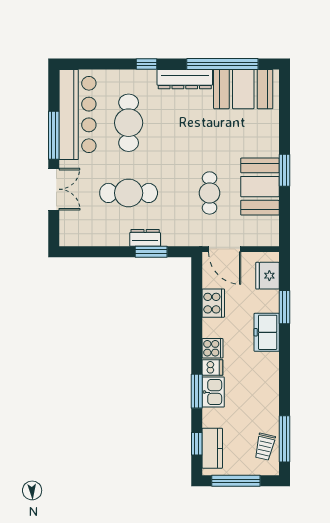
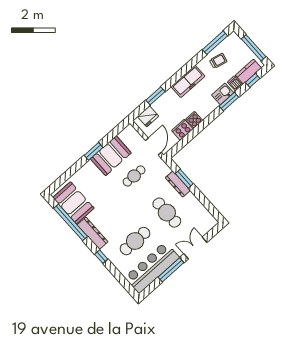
dresser: (145, 238) -> (178, 184), width x1.44
freezer: (267, 332) -> (188, 81), moved, width x1.40
cooker: (213, 348) -> (194, 120), moved
dishwasher: (212, 367) -> (235, 83), moved
trolley: (265, 447) -> (218, 61), moved

